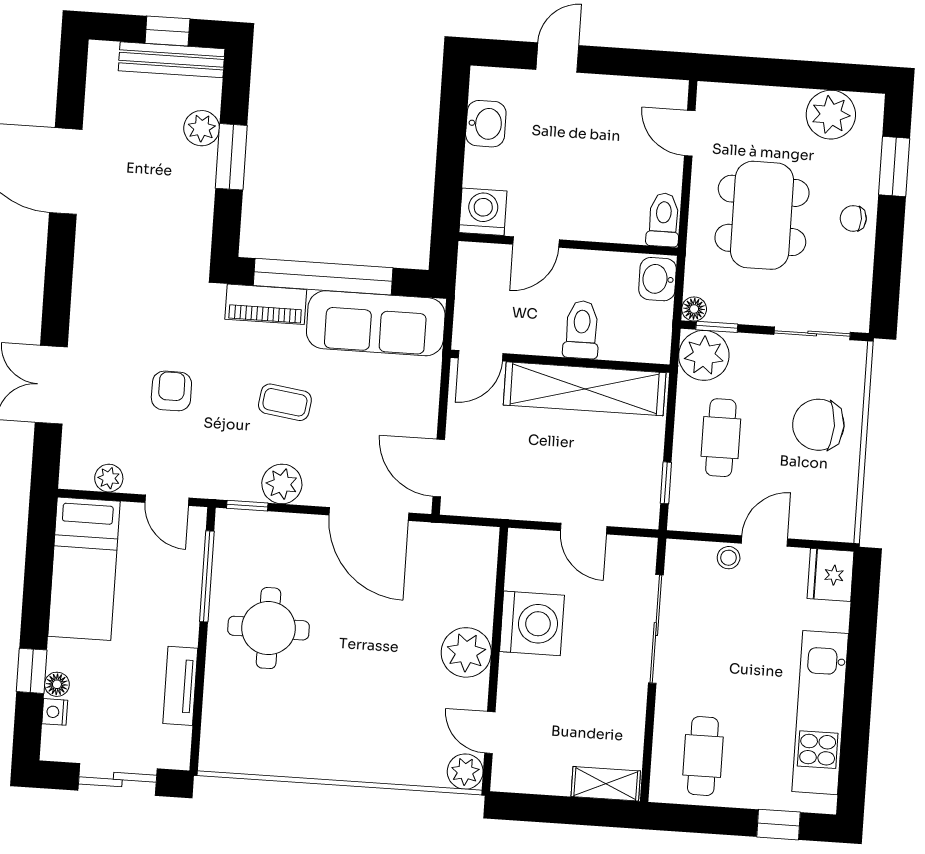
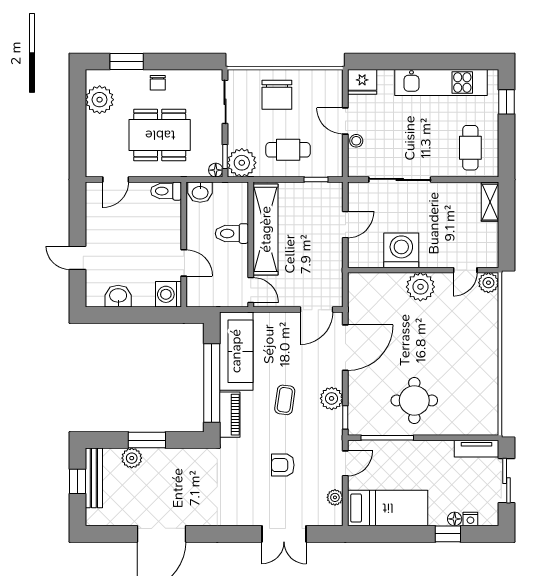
tv unit: (180, 686) -> (476, 449), moved
cafe table: (703, 756) -> (470, 148), turned 90

